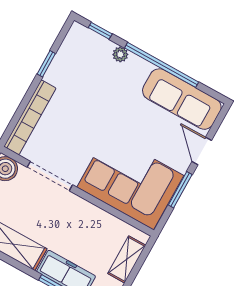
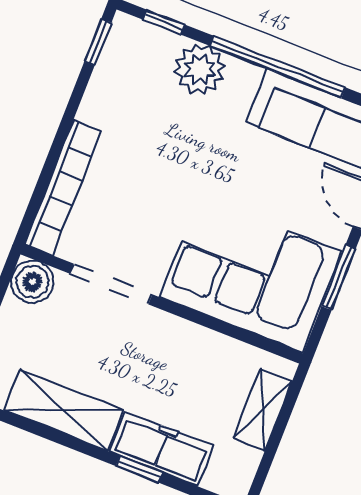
plant: (120, 54) -> (200, 69), width x1.87, depth x1.87
window: (46, 64) -> (98, 42), moved

